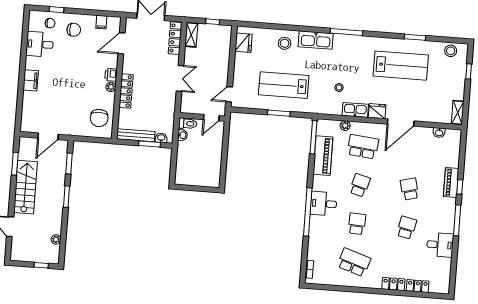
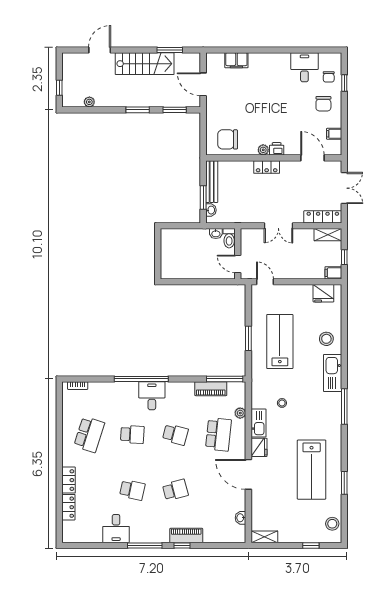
filing cabinet: (226, 33) -> (333, 273), added
filing cabinet: (31, 80) -> (236, 60), moved
locker: (126, 91) -> (267, 167), width x0.66
piano: (323, 156) -> (211, 389), width x0.73, depth x0.75

